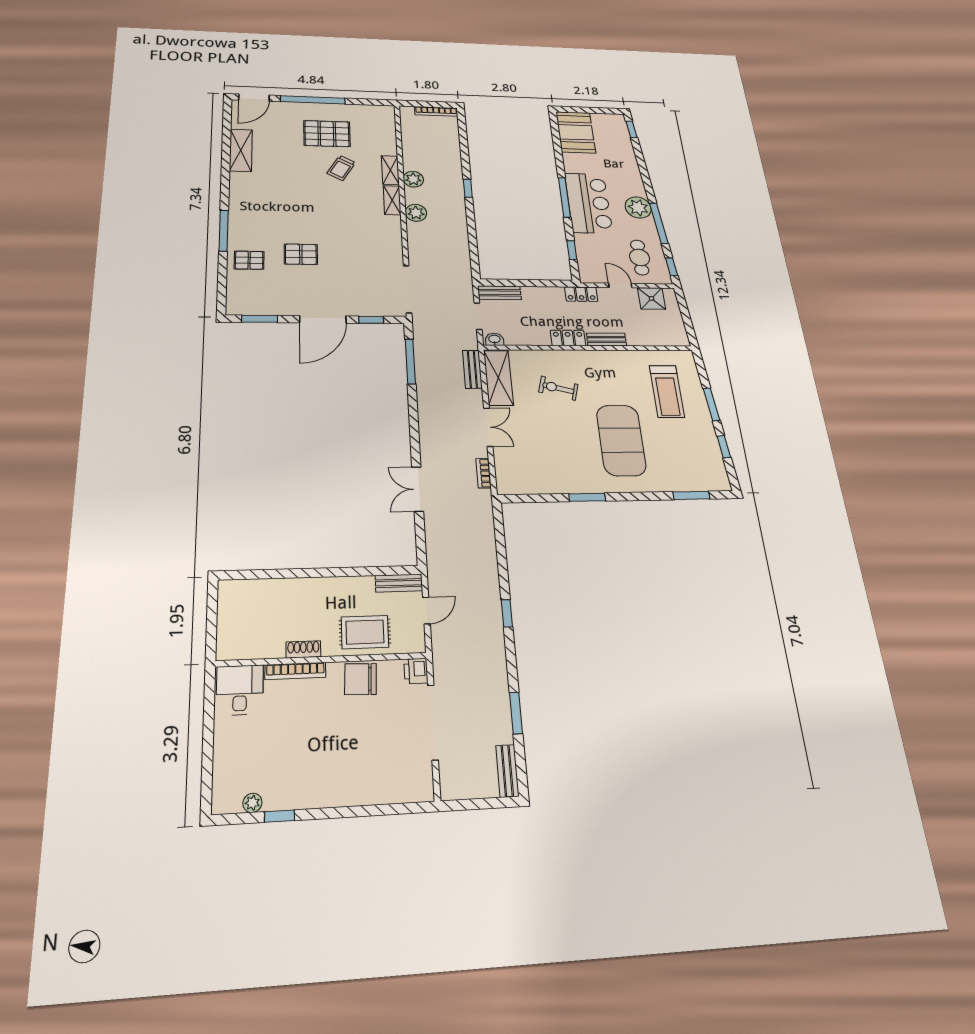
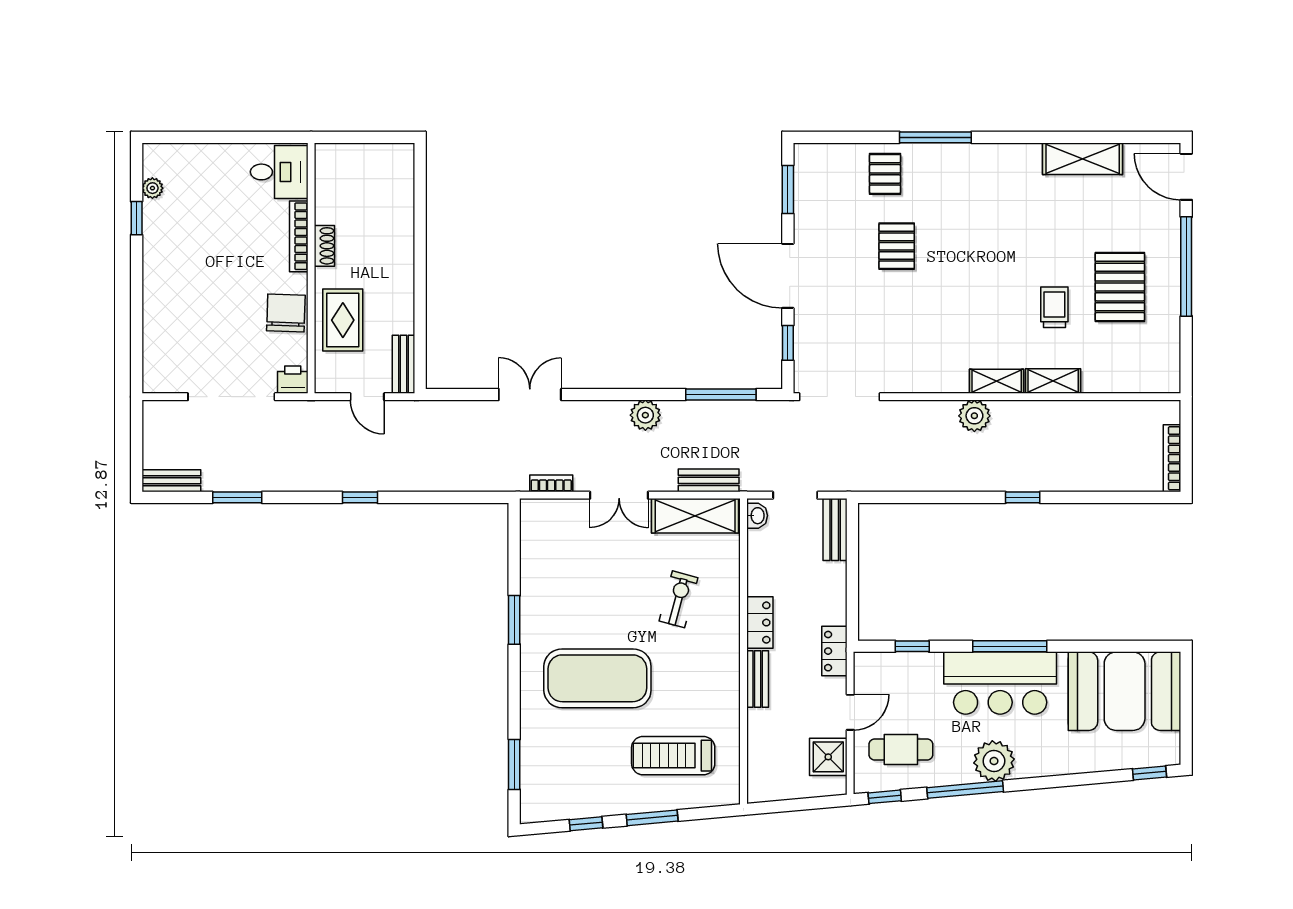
booth: (576, 132) -> (1125, 691), width x1.36, depth x1.42
trolley: (341, 168) -> (1054, 307), turned 60
plant: (413, 179) -> (645, 415), moved

